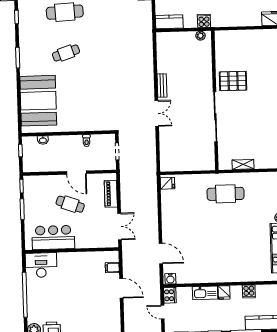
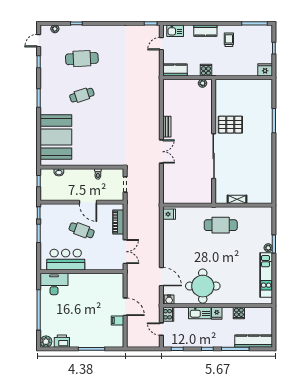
round table: (208, 263) -> (203, 286), added
filing cabinet: (112, 268) -> (118, 320), moved

